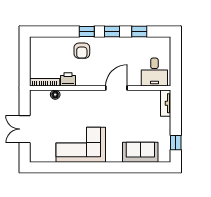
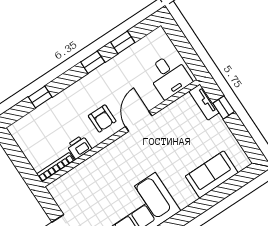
window: (87, 31) -> (40, 97), moved
armchair: (82, 51) -> (102, 118), moved
floor lamp: (55, 95) -> (76, 173), removed
window: (176, 143) -> (224, 107), moved

